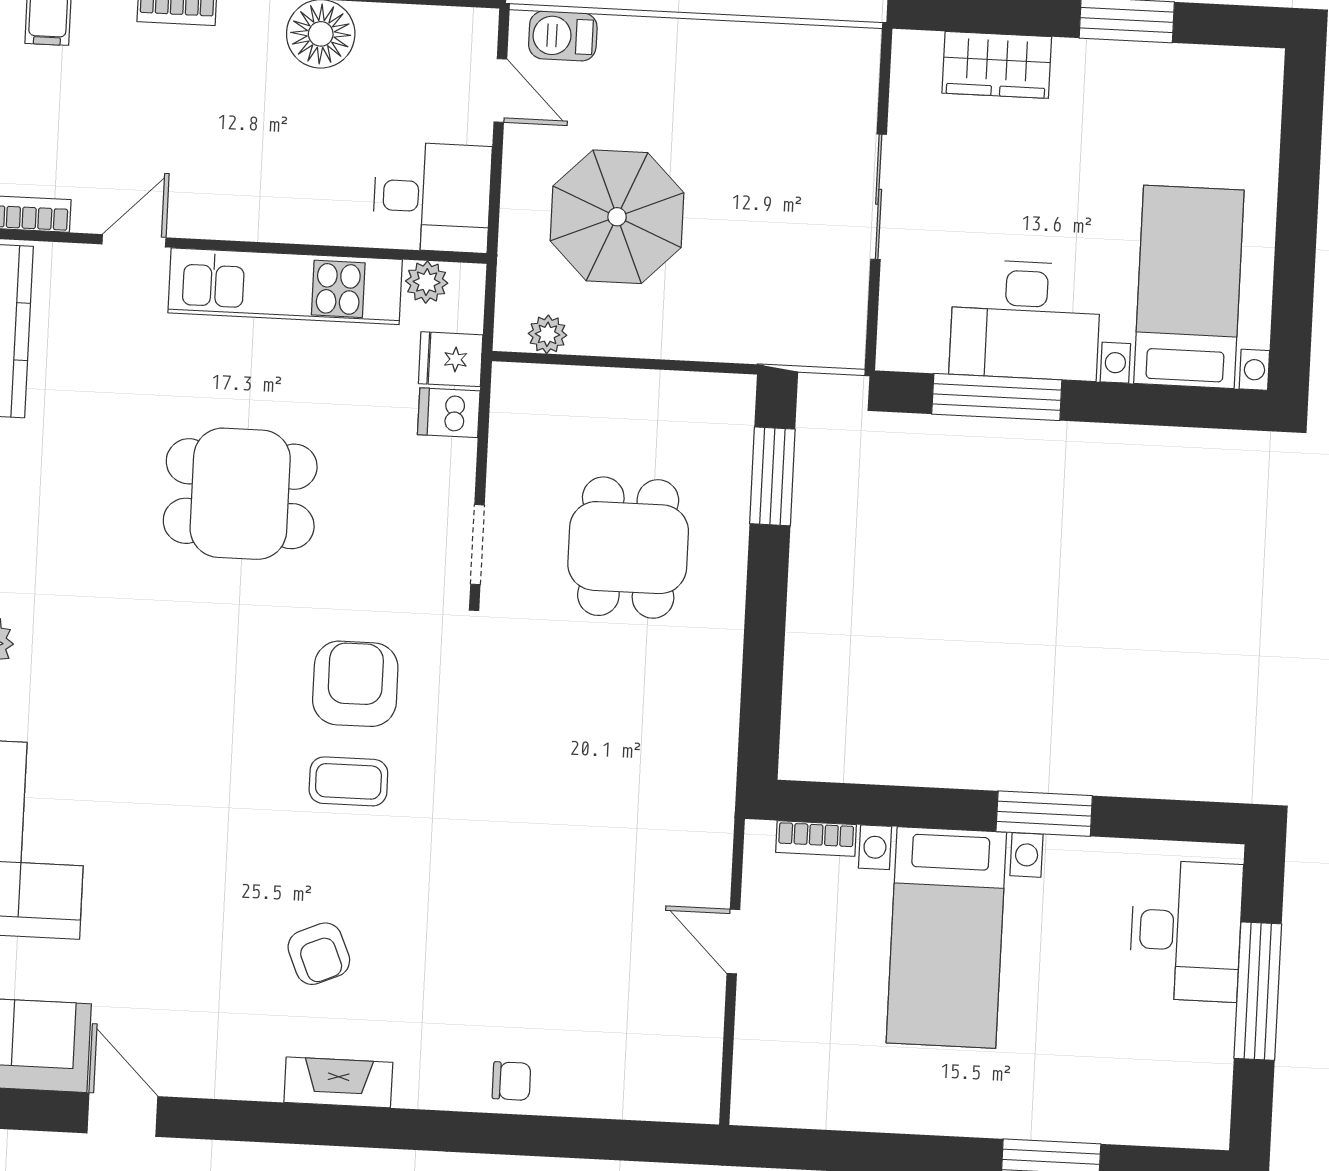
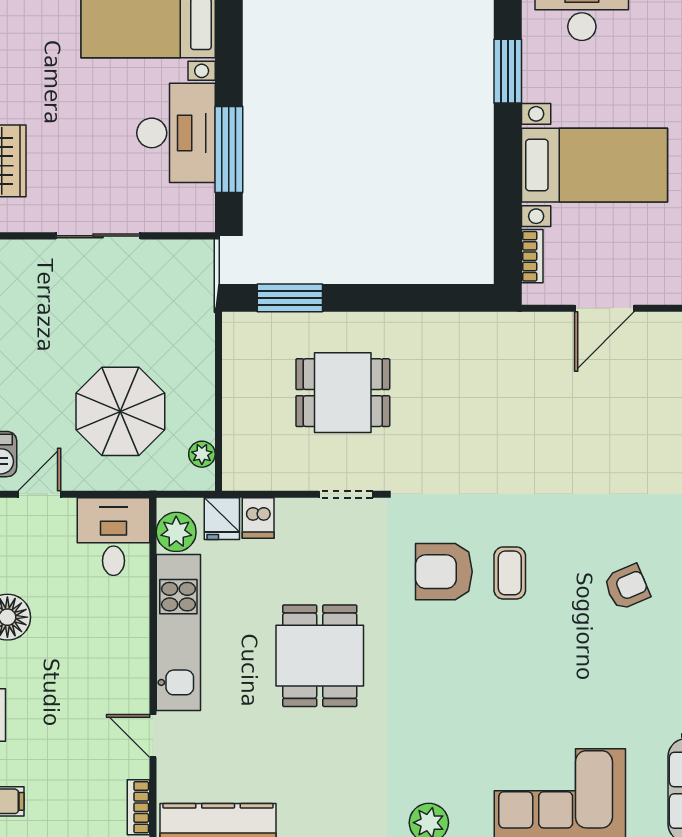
plant: (427, 282) -> (176, 532), width x1.38, depth x1.38
window: (1044, 814) -> (508, 71), moved
door: (733, 941) -> (604, 308), width x1.38

